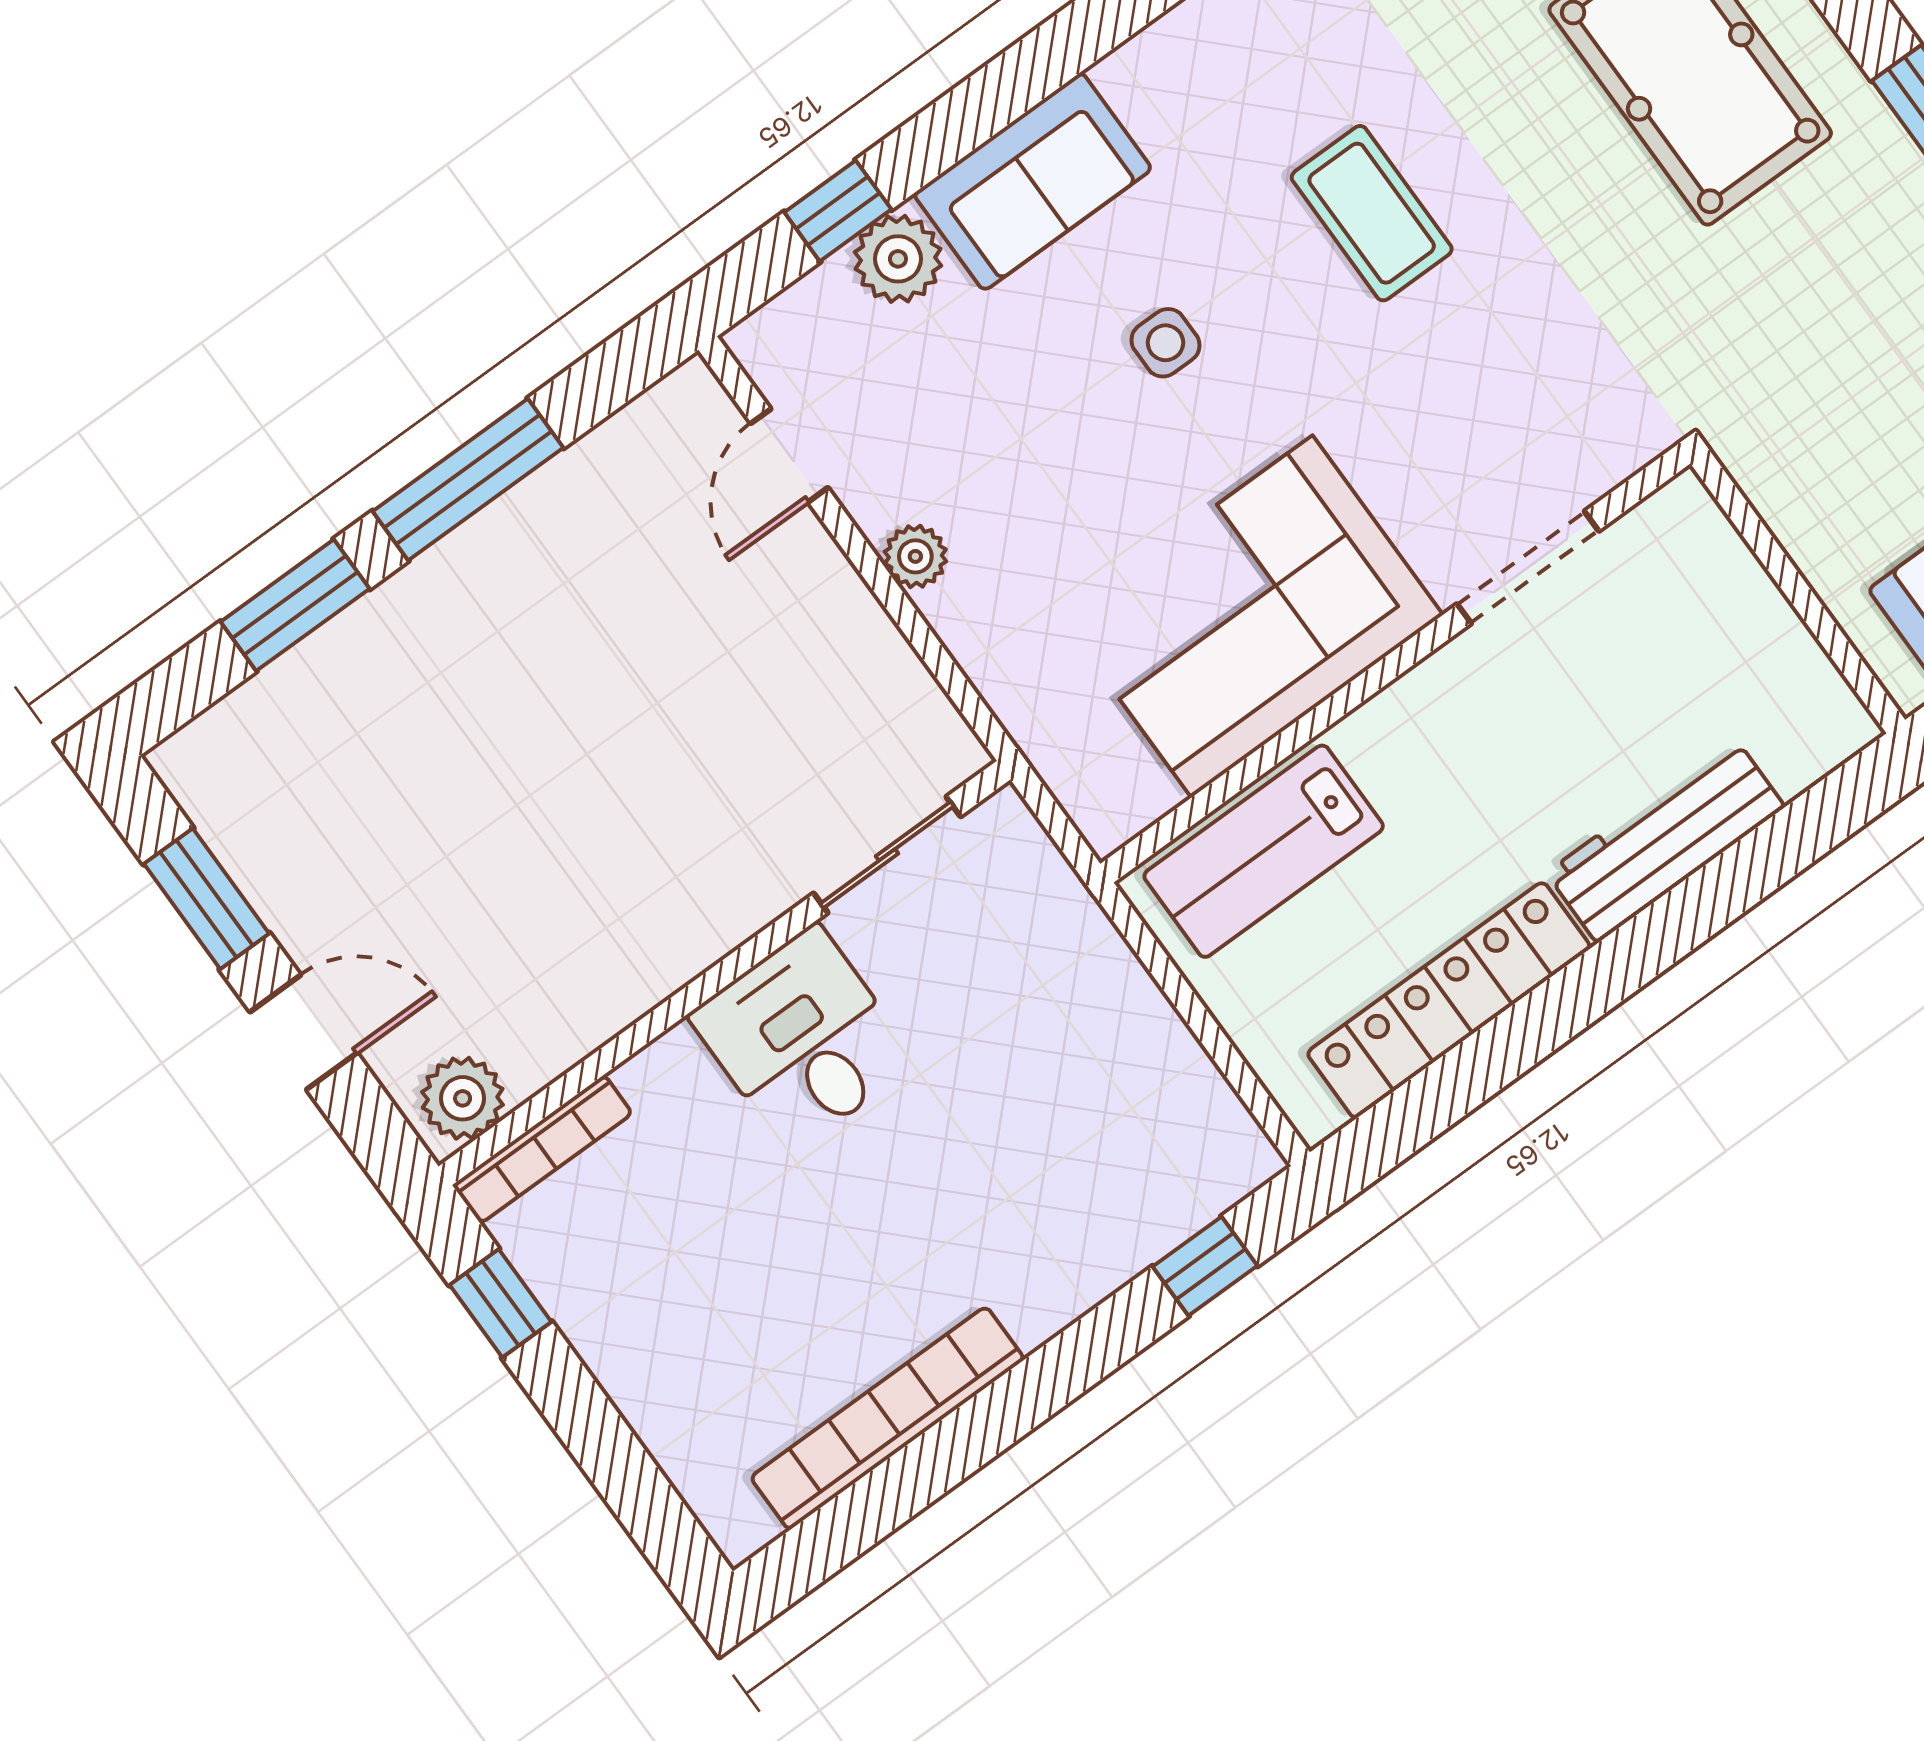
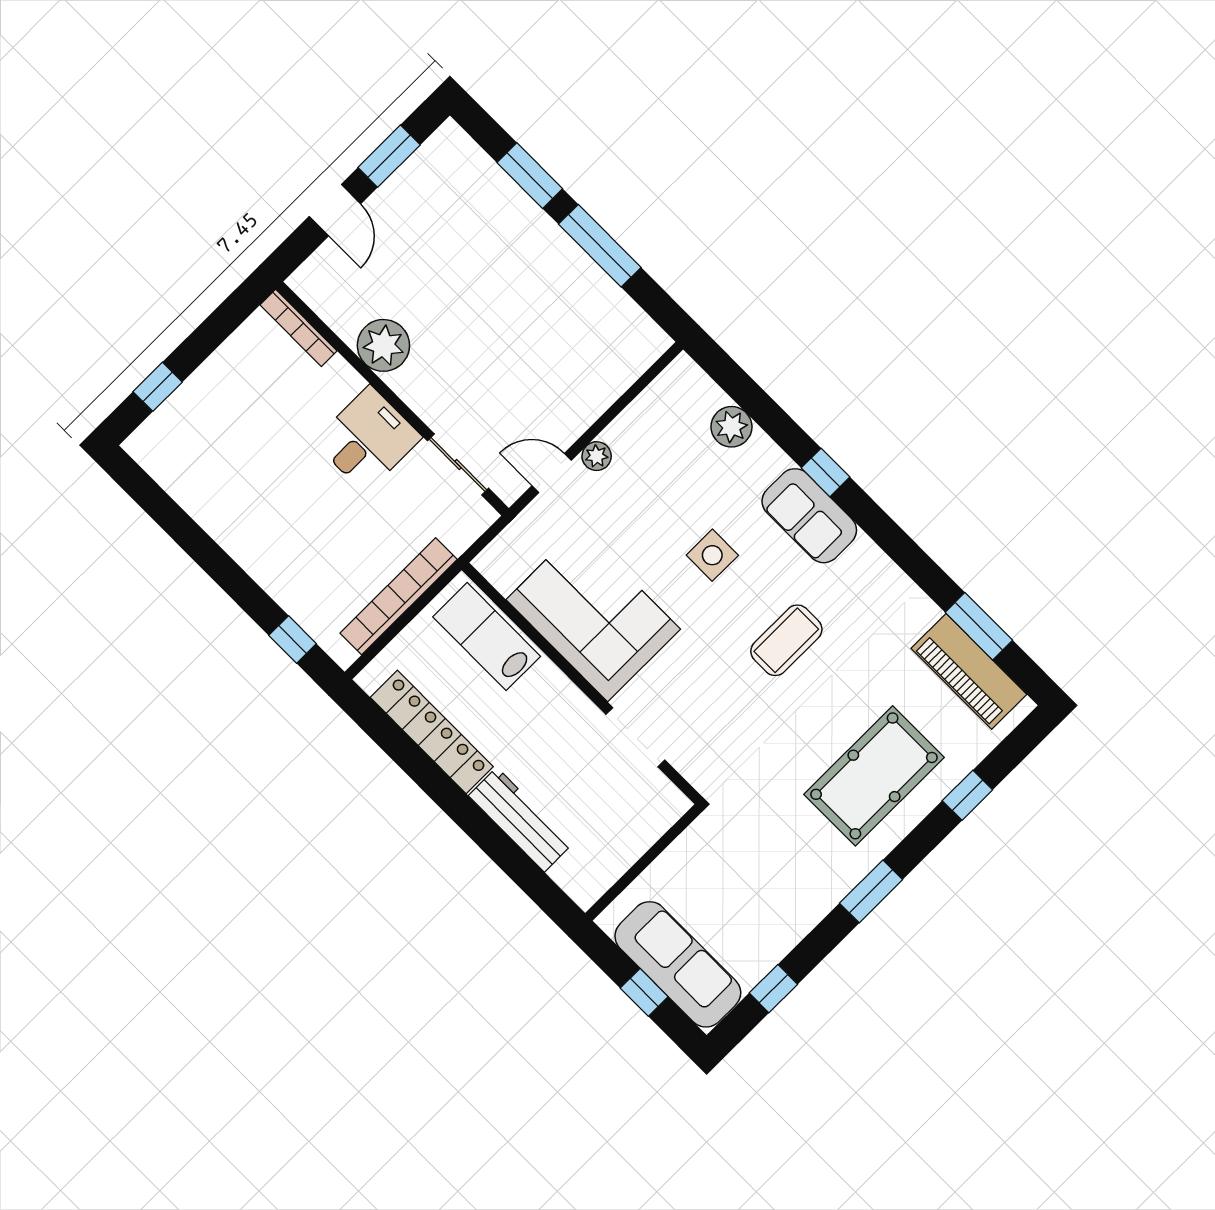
sofa: (1033, 181) -> (809, 516), moved
window: (838, 211) -> (826, 472), moved
side table: (1165, 343) -> (712, 555), width x1.37, depth x1.37
door: (789, 456) -> (552, 473), moved
plant: (463, 1098) -> (383, 345), moved, width x1.36, depth x1.36
window: (500, 1303) -> (158, 387), moved
bookcase: (888, 1418) -> (399, 596), moved, turned -90

